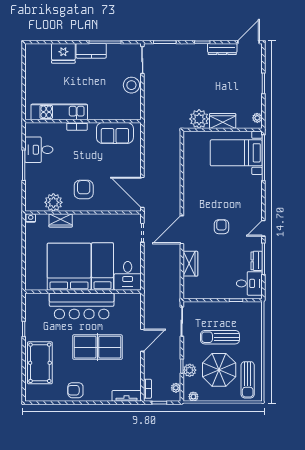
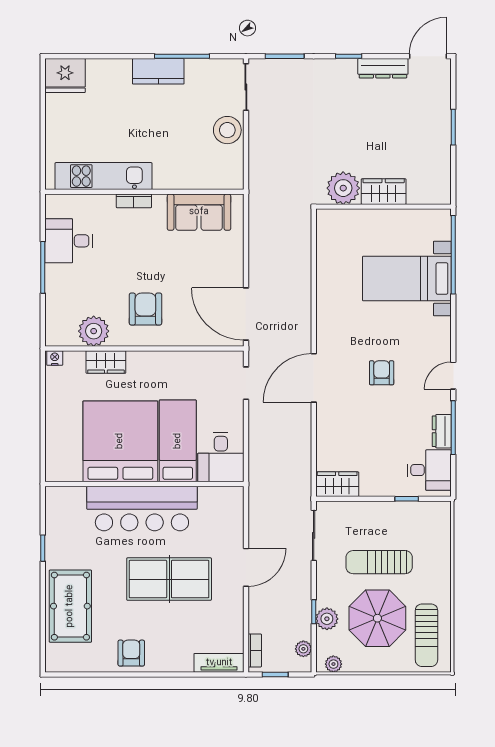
fridge: (63, 53) -> (65, 76), moved
plant: (257, 118) -> (443, 186), removed
bed with nightstands: (236, 153) -> (407, 278), moved
wardrobe: (190, 264) -> (337, 484), moved, turned -90
armchair: (75, 390) -> (131, 653), turned 90

